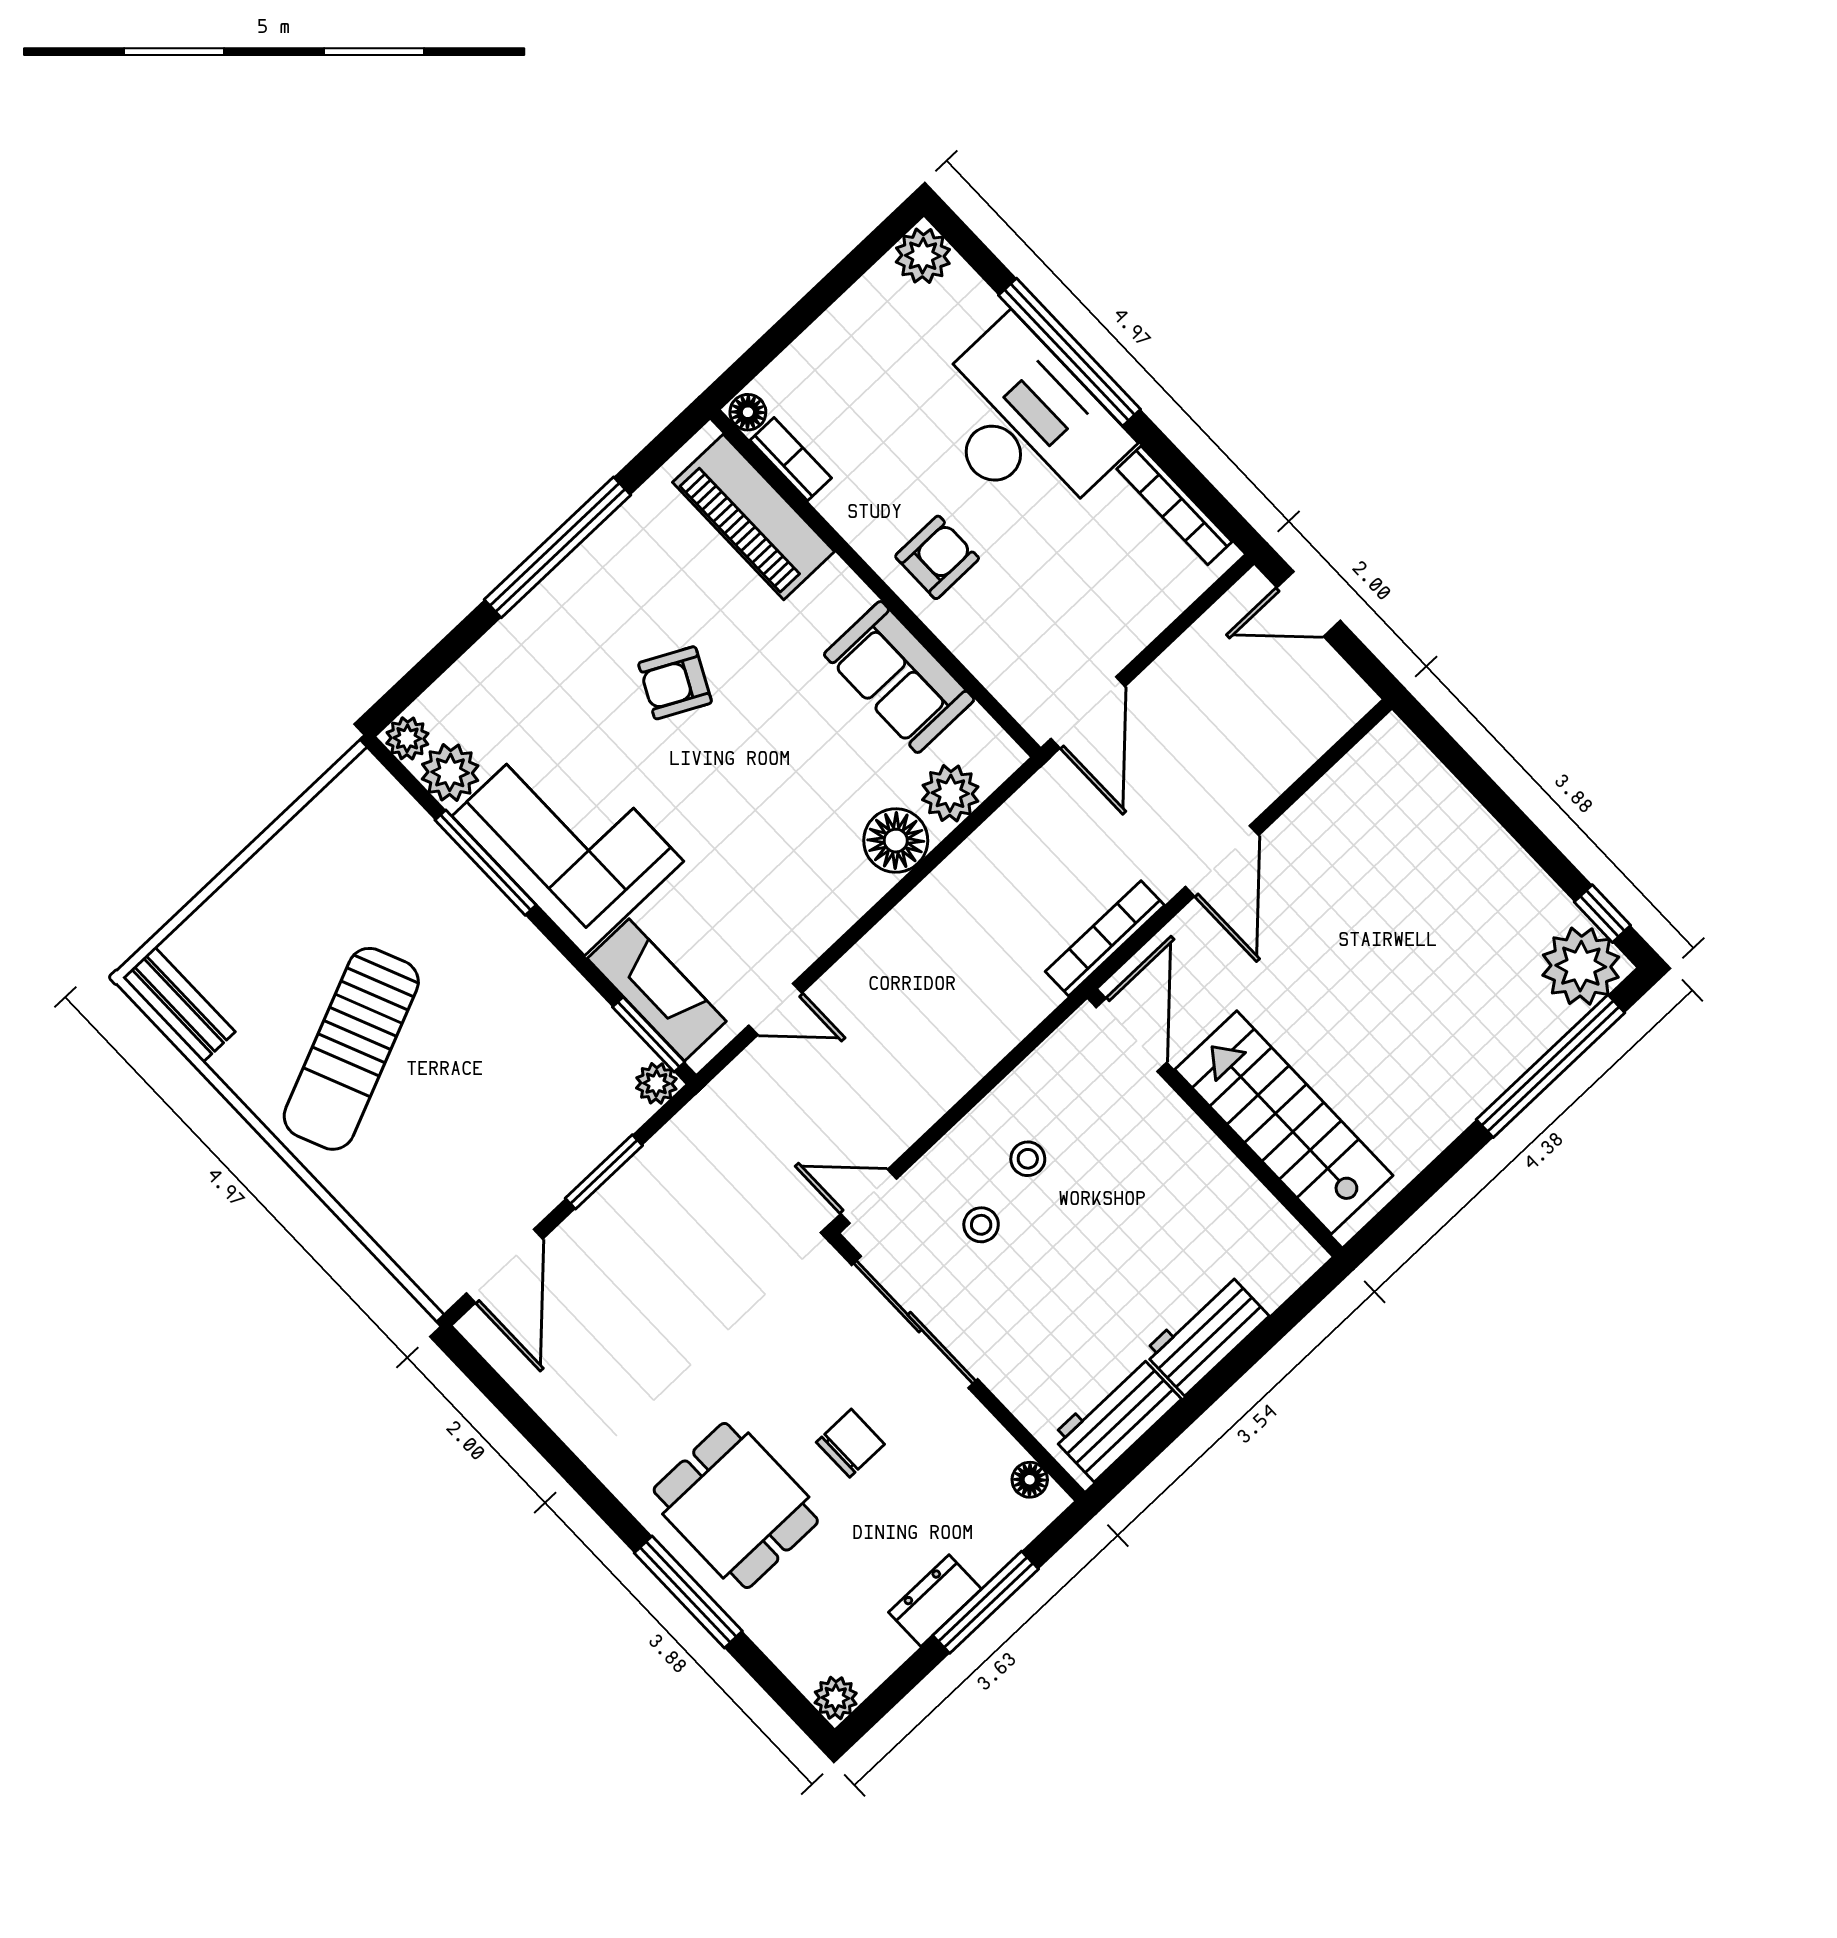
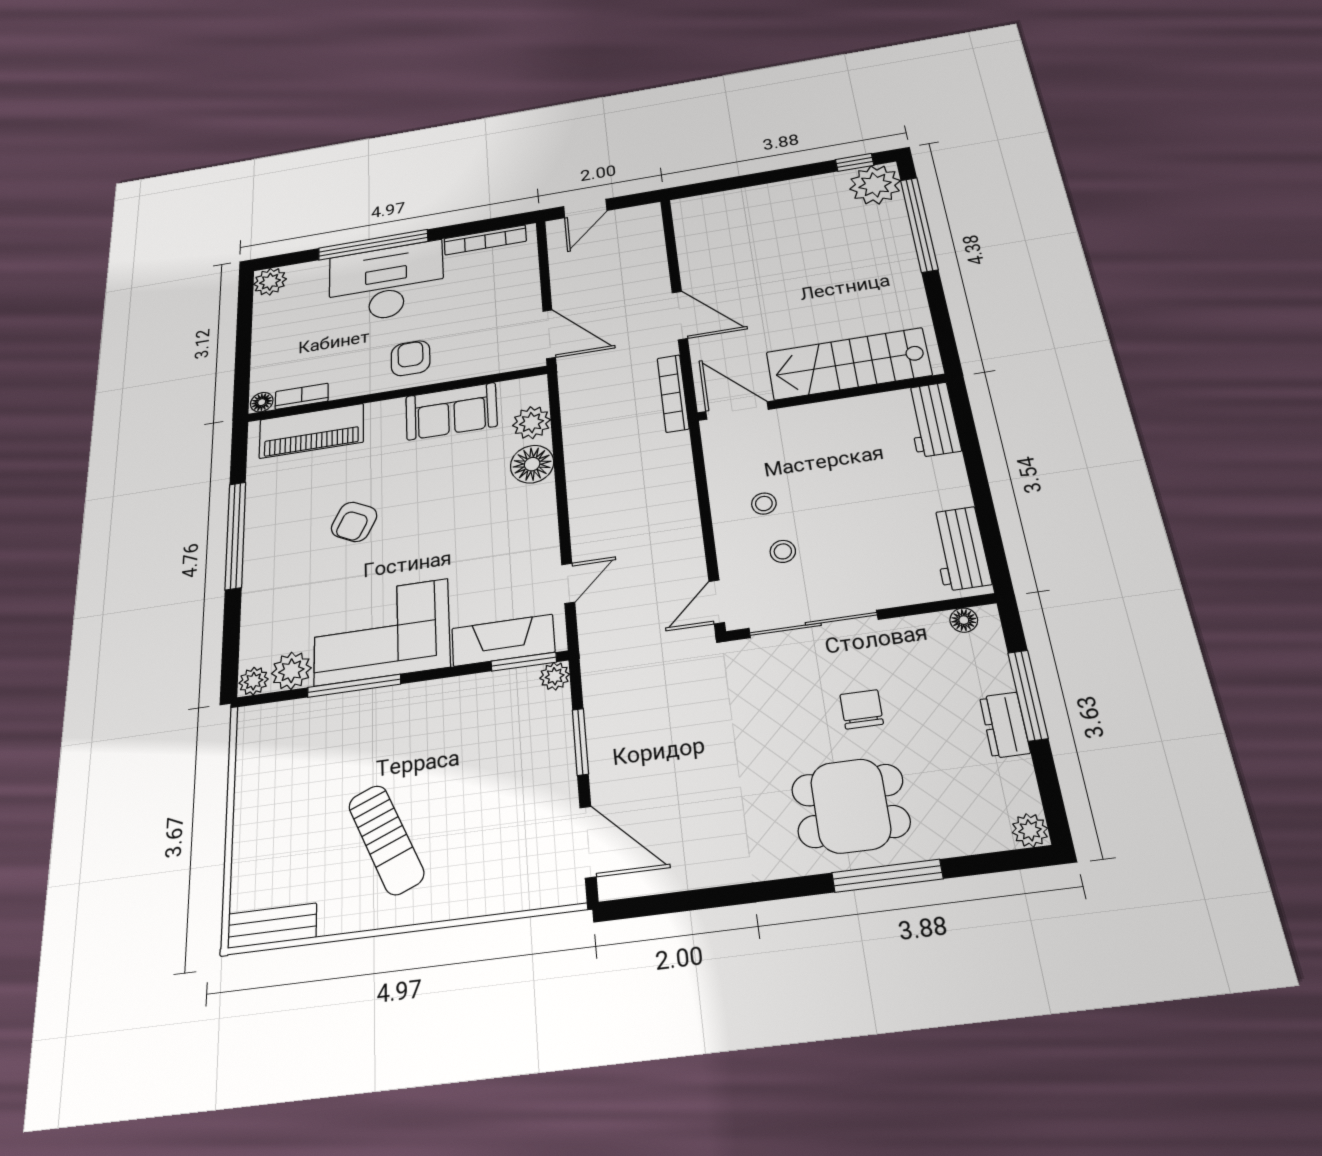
sun lounger: (351, 1049) -> (386, 840), width x0.73, depth x0.75
workbench: (1206, 1334) -> (932, 420), moved

